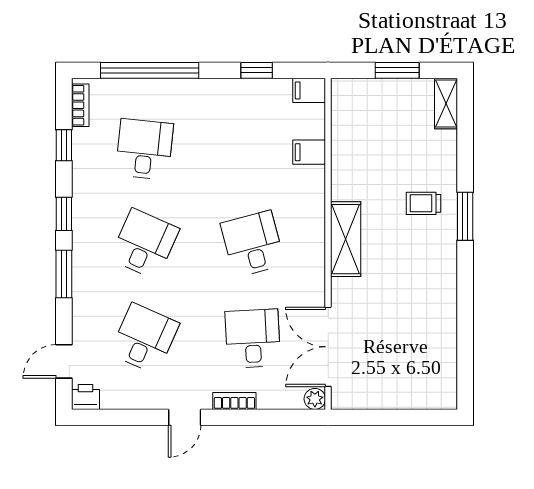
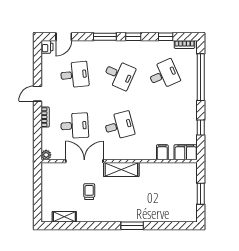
filing cabinet: (309, 90) -> (186, 152), width x2.00
shelving: (446, 104) -> (64, 217), moved
desk: (144, 149) -> (164, 75), turned -30
trolley: (423, 203) -> (89, 192), moved
desk: (144, 338) -> (75, 75), turned -30
double door: (328, 347) -> (84, 161), moved
door: (64, 361) -> (64, 37), swing flipped
door: (185, 417) -> (37, 94), hinge flipped

